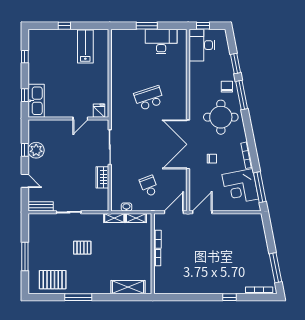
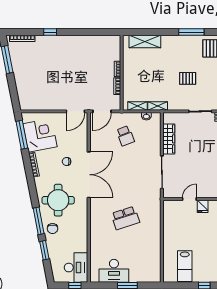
fridge: (99, 111) -> (203, 206), moved
wardrobe: (102, 177) -> (169, 139), width x1.50

